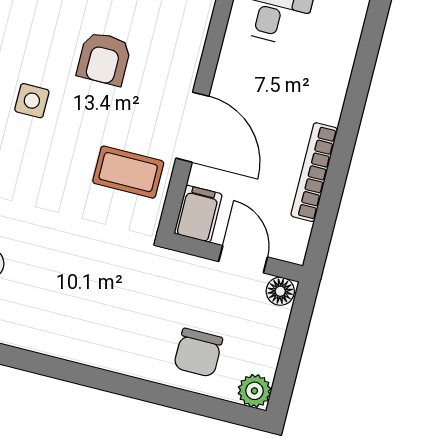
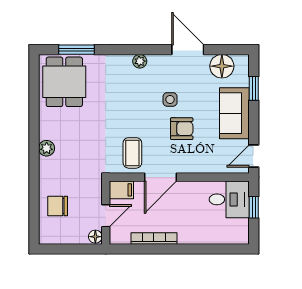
armchair: (104, 59) -> (182, 129), turned 180
side table: (32, 101) -> (170, 99), moved
plant: (254, 391) -> (47, 148), moved

